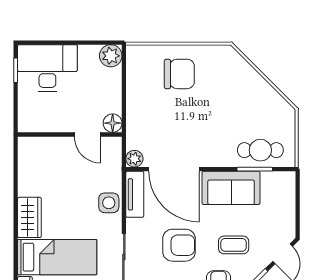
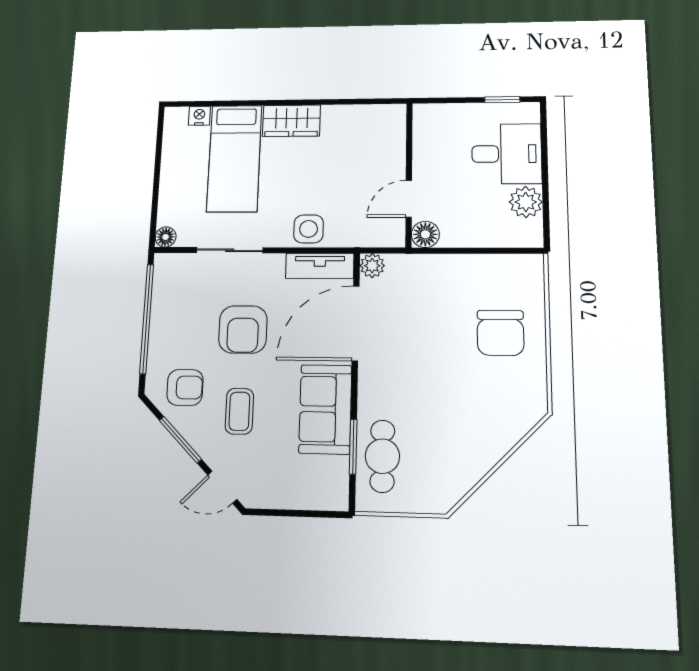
plant: (111, 56) -> (526, 202), moved
desk: (47, 68) -> (507, 154), width x0.73

